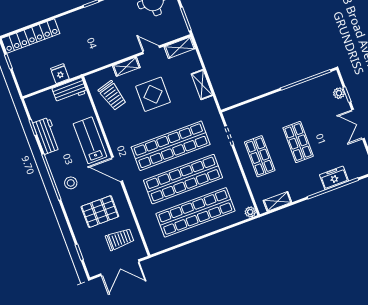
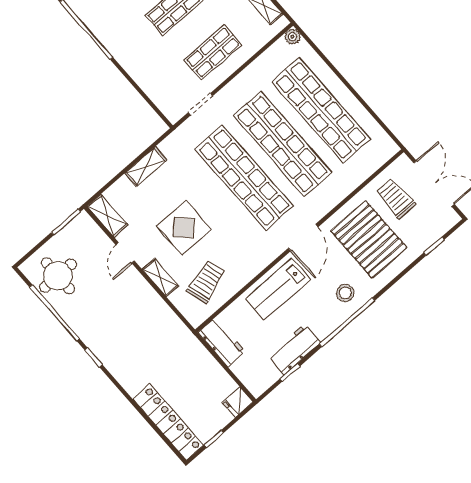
fridge: (60, 74) -> (238, 402), moved
pallet: (100, 212) -> (369, 239), width x1.37, depth x1.41

